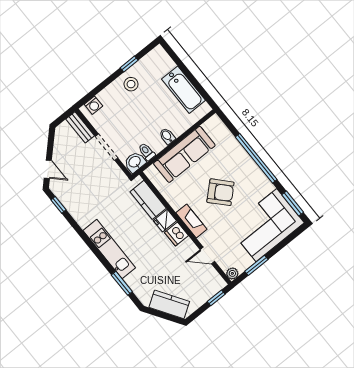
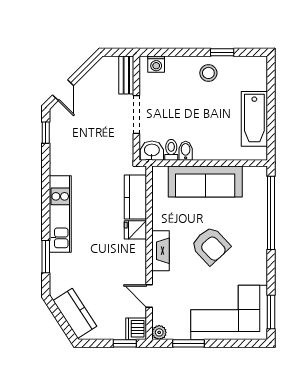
bidet: (167, 136) -> (186, 151), moved
window: (256, 158) -> (271, 213), moved
dishwasher: (176, 234) -> (136, 329), moved

